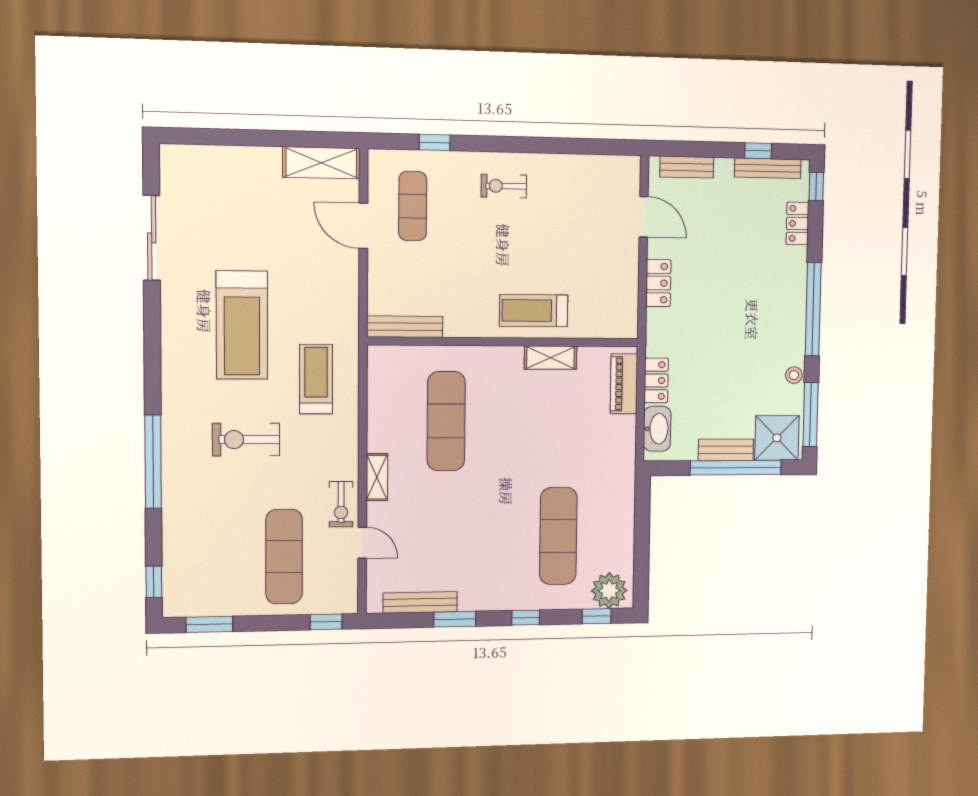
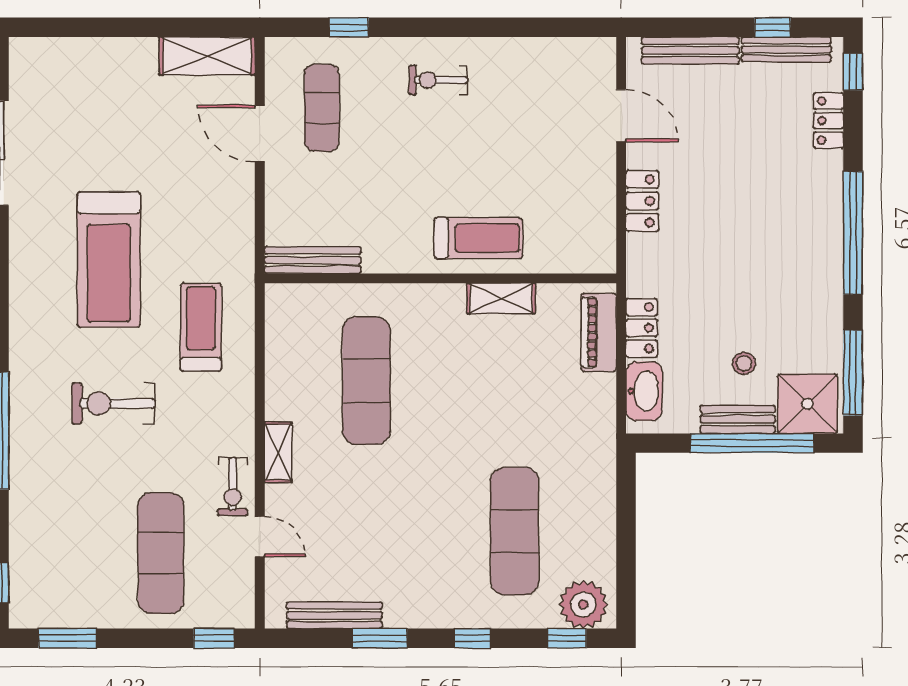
bench: (687, 167) -> (690, 51), width x1.36
treadmill: (534, 311) -> (478, 238), turned 180
stool: (794, 375) -> (744, 363), moved

